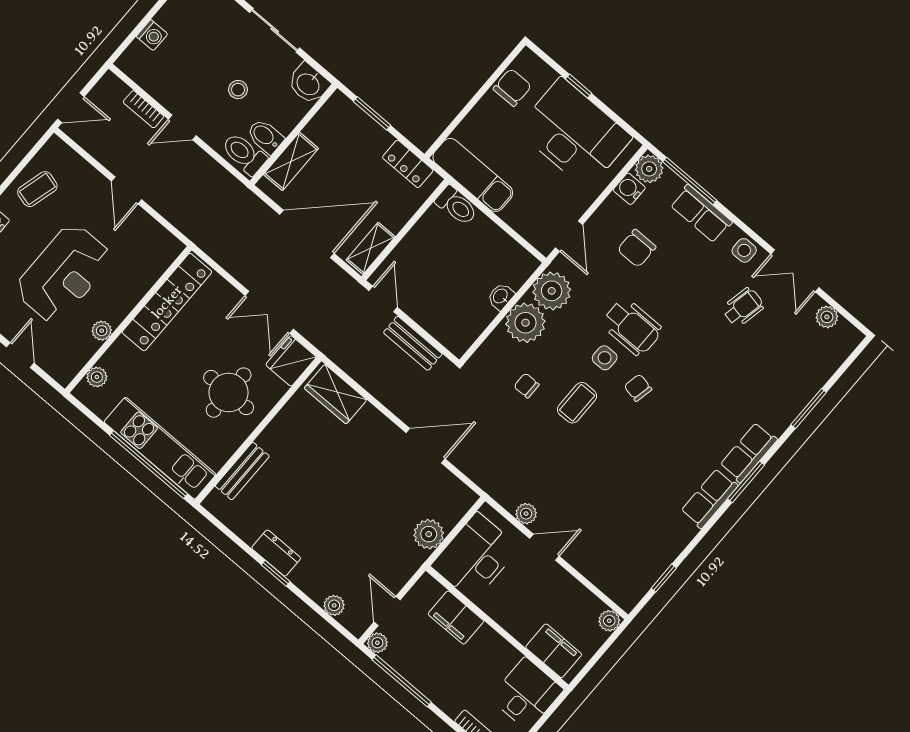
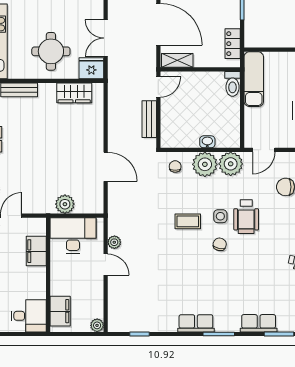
chair: (526, 386) -> (175, 166), moved
wardrobe: (335, 394) -> (74, 93), moved, turned -90
row of seats: (749, 452) -> (259, 323), moved

